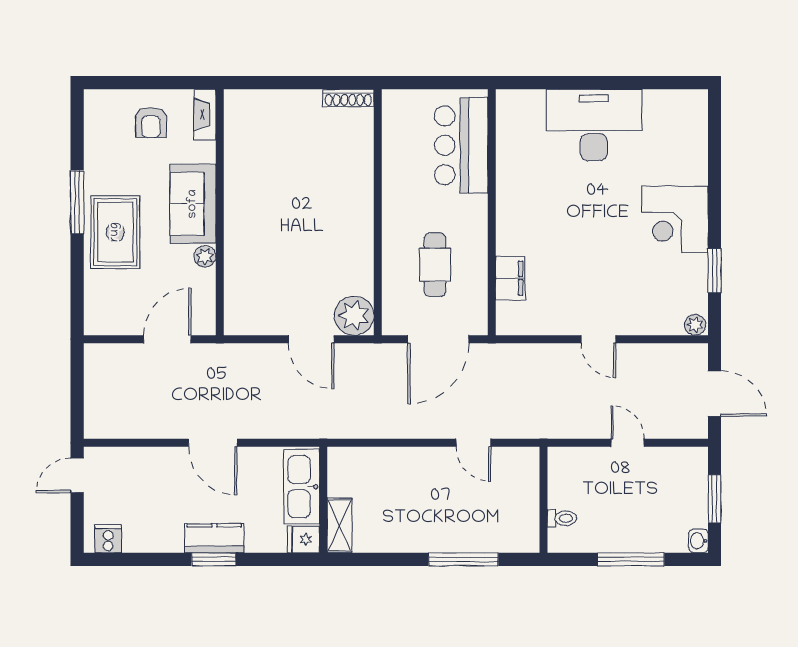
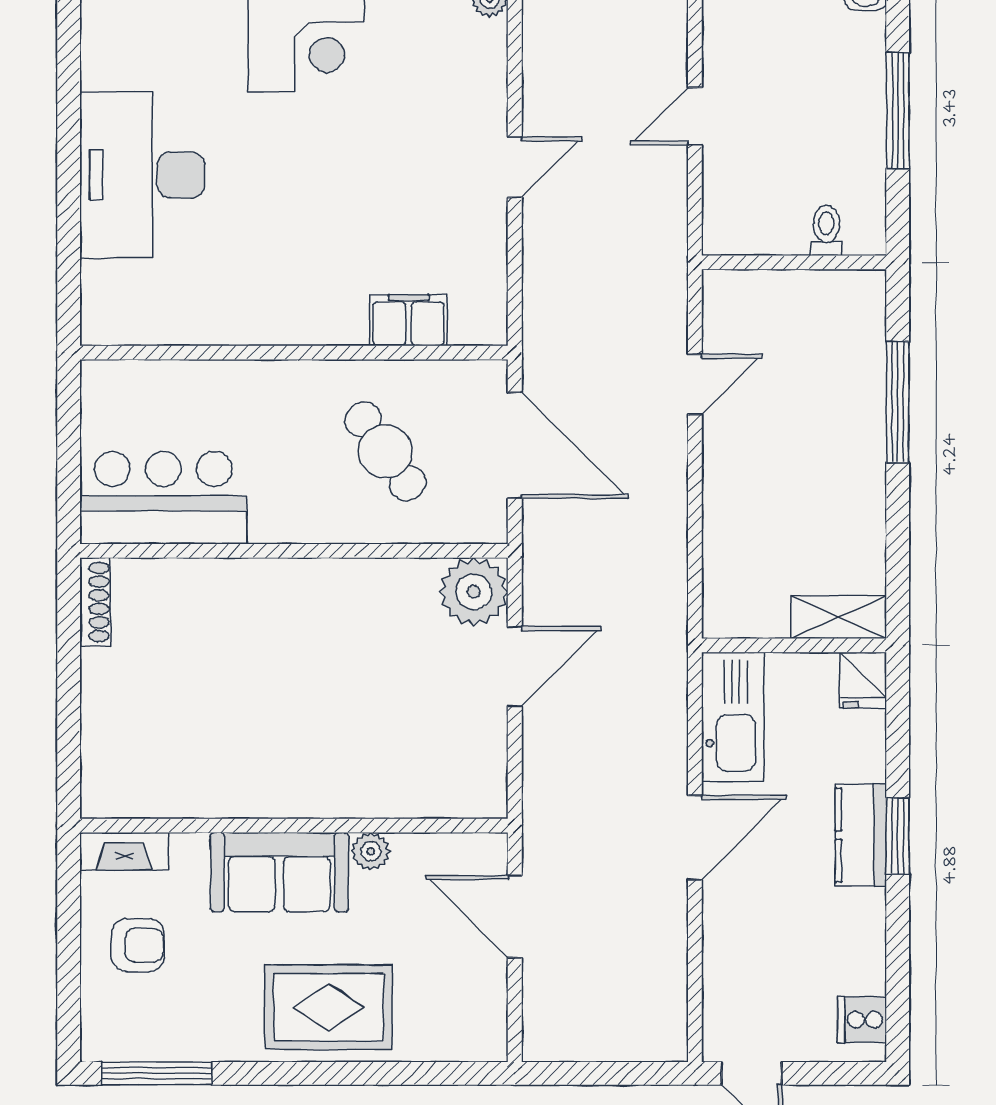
bar counter: (461, 145) -> (163, 498), moved, turned 180
window: (77, 202) -> (157, 1073), moved
cafe table: (435, 265) -> (385, 451), turned 55
kitchen sink: (302, 487) -> (733, 717), moved, turned -90

